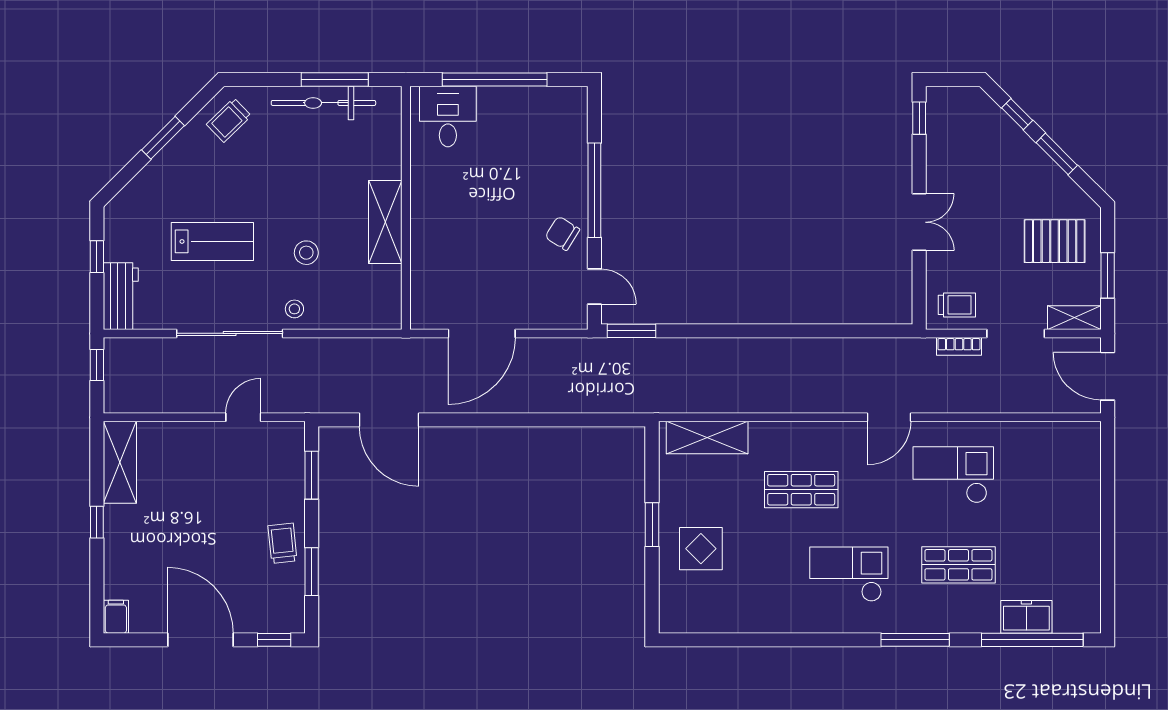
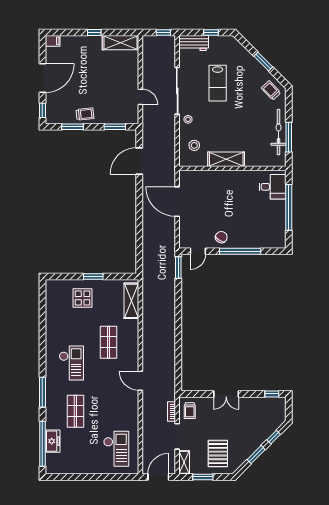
stool: (306, 253) -> (194, 145), moved
checkout: (953, 475) -> (116, 449), moved

